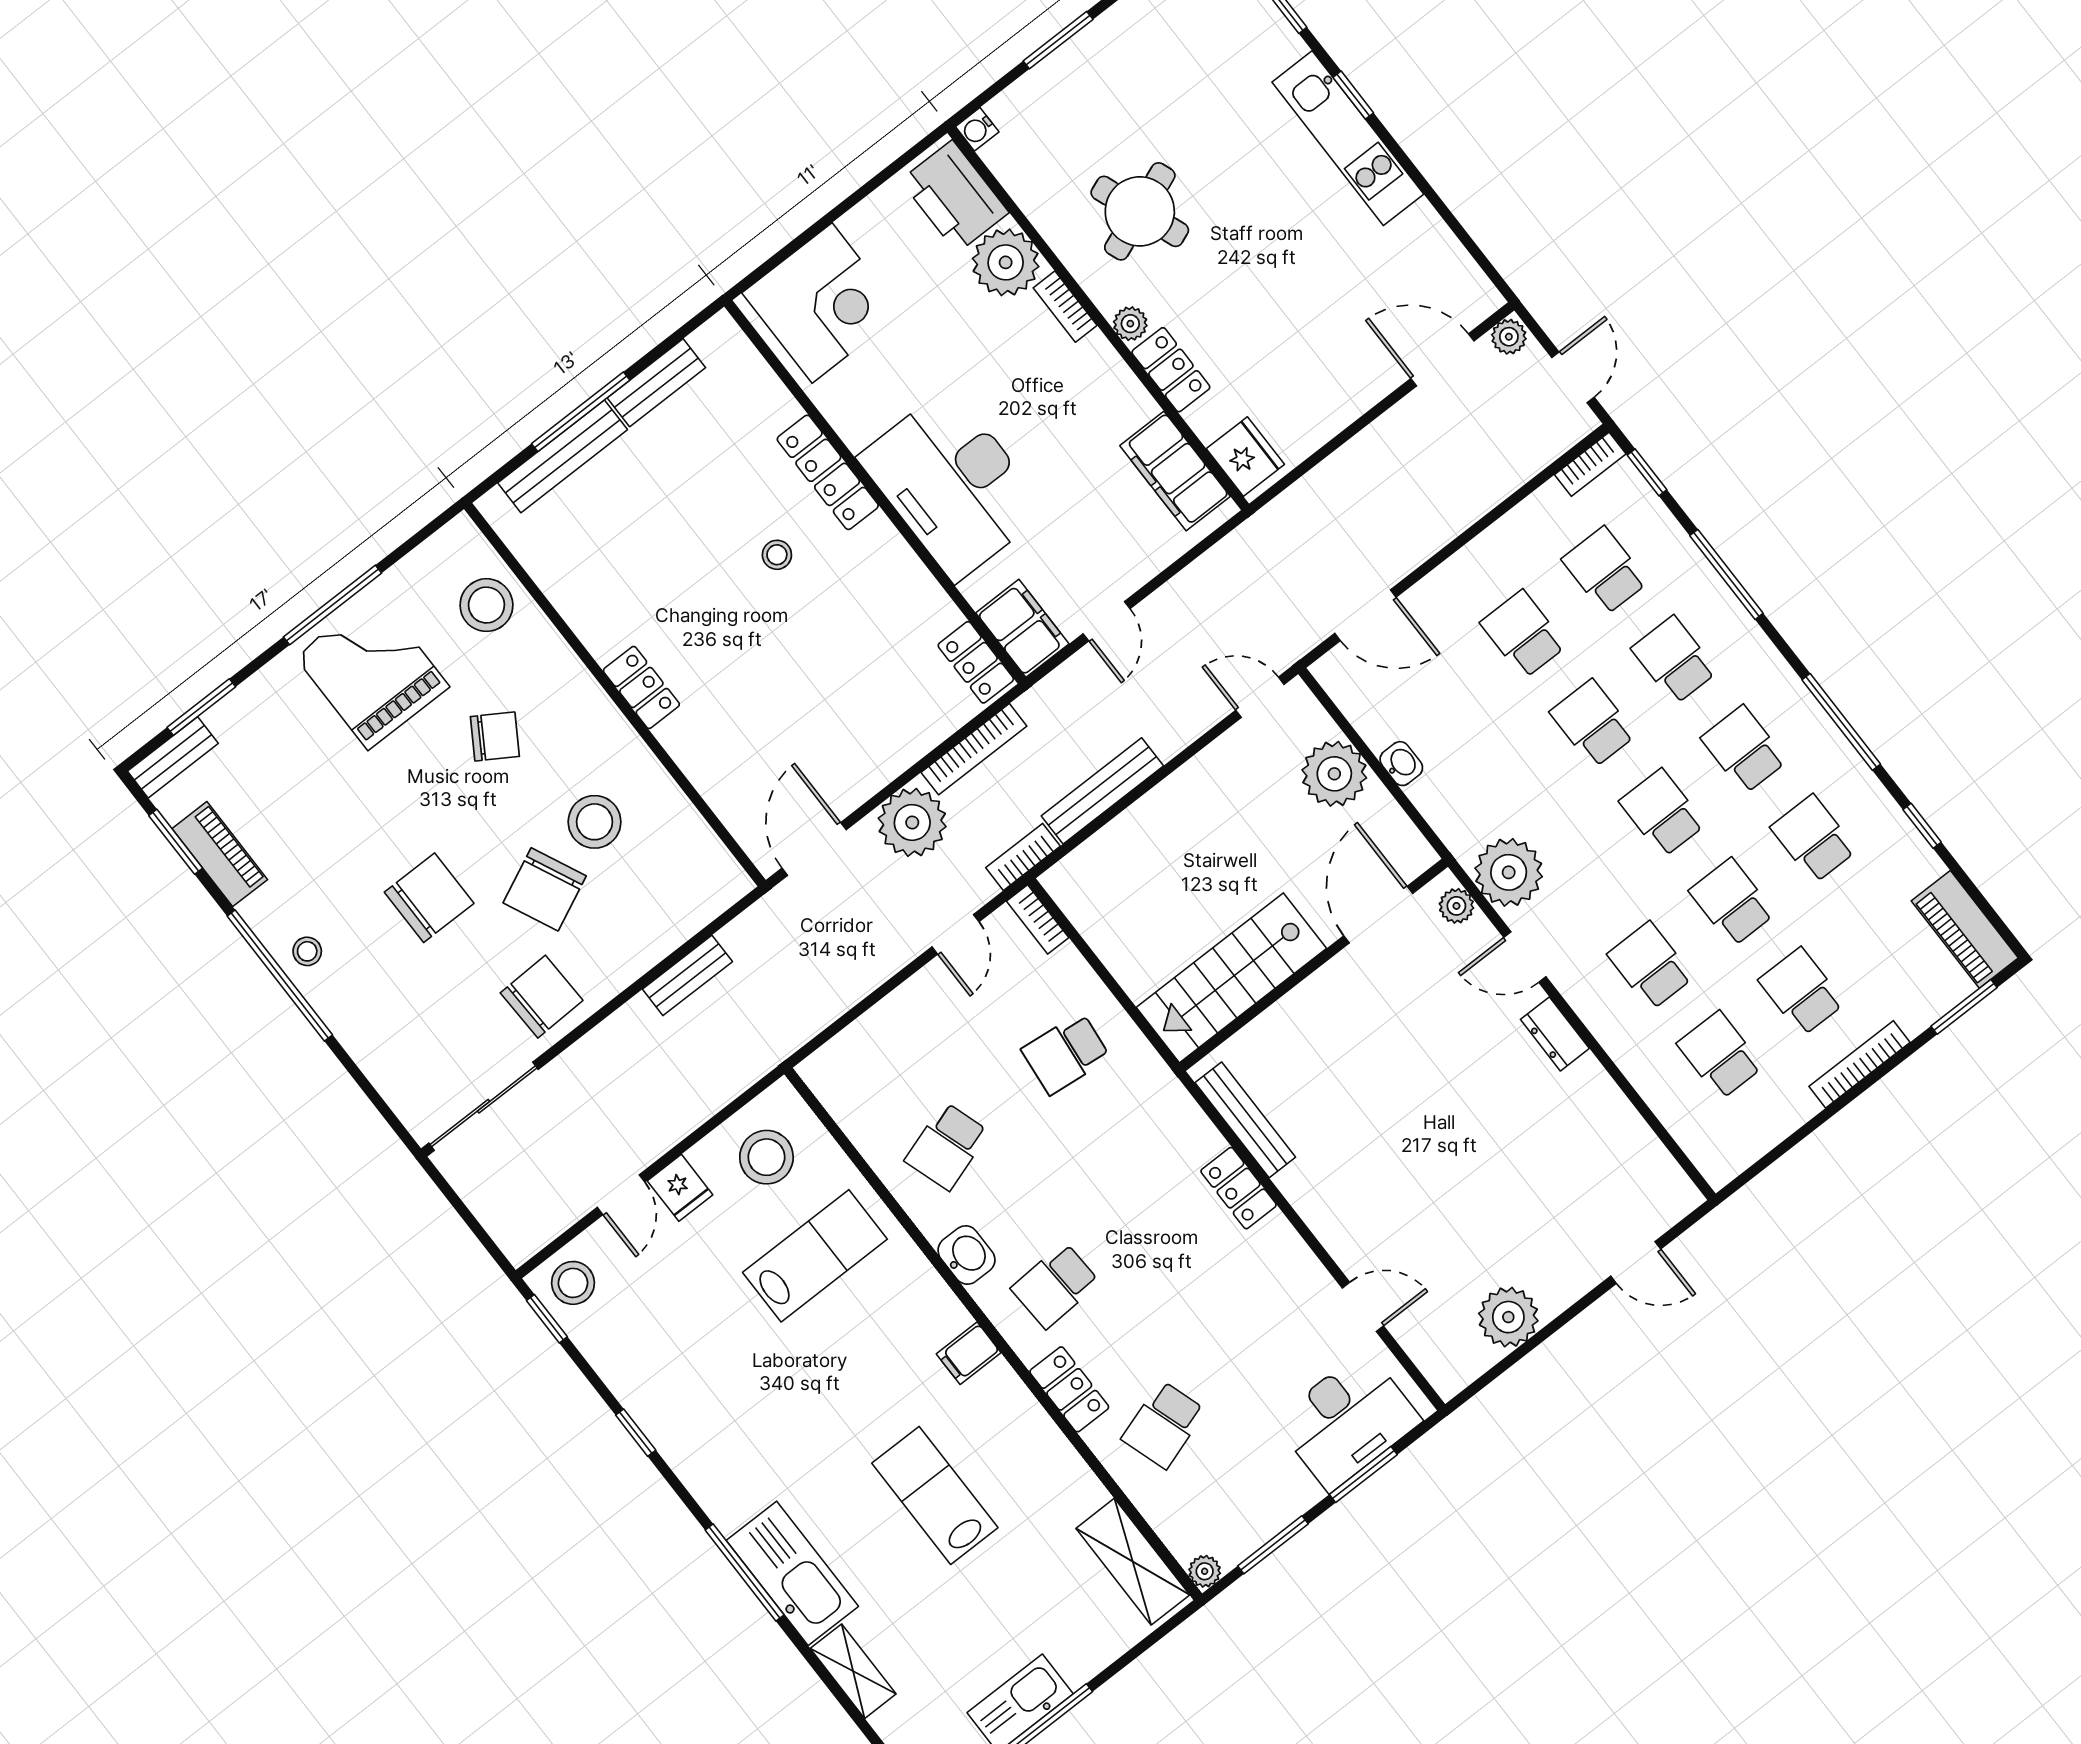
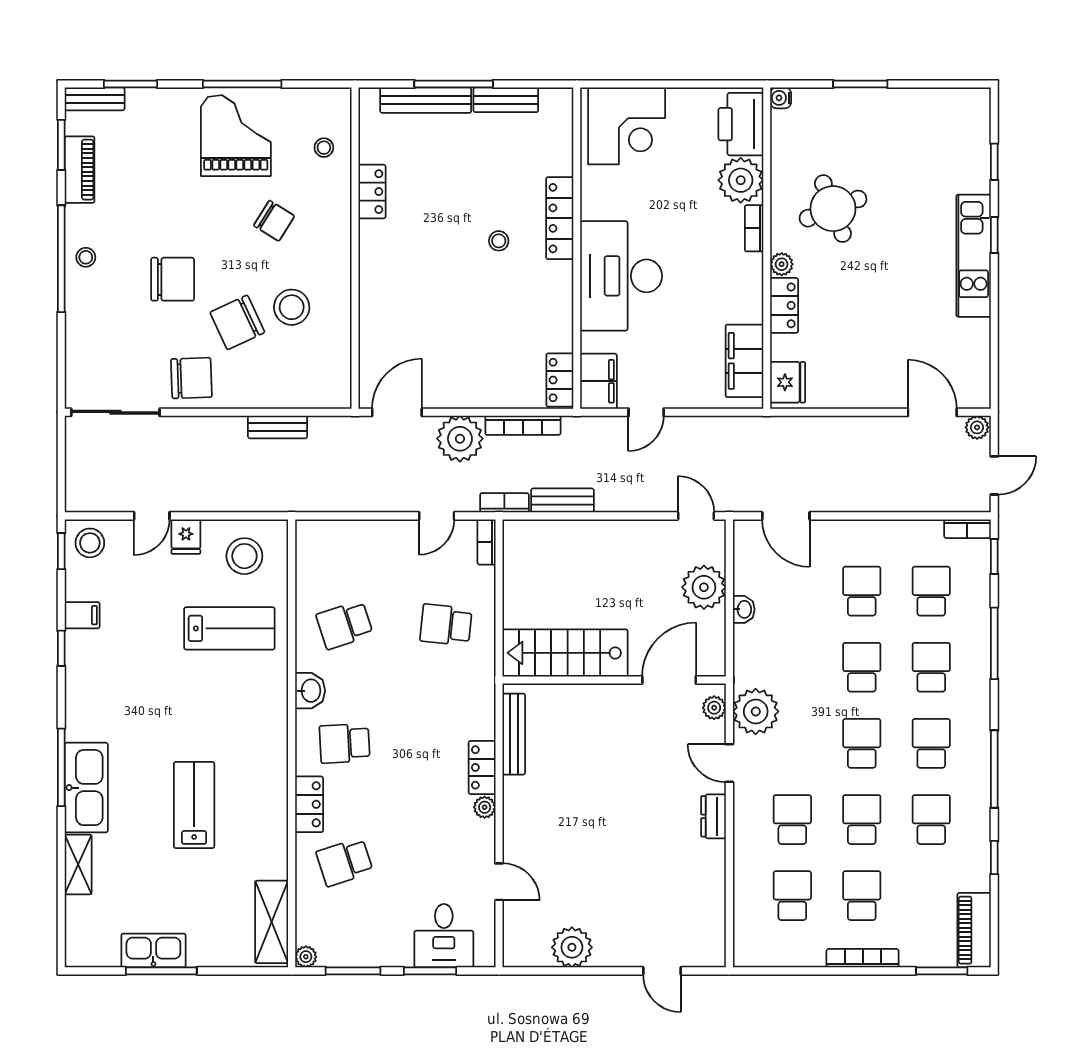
stool: (486, 605) -> (324, 148), width x0.53, depth x0.53
locker: (641, 687) -> (372, 192), moved
bench: (1102, 791) -> (562, 500), width x0.73
plant: (1278, 1233) -> (485, 807), added
filing cabinet: (969, 1353) -> (82, 615), moved, turned 180
desk: (1347, 1421) -> (444, 936), width x0.73

